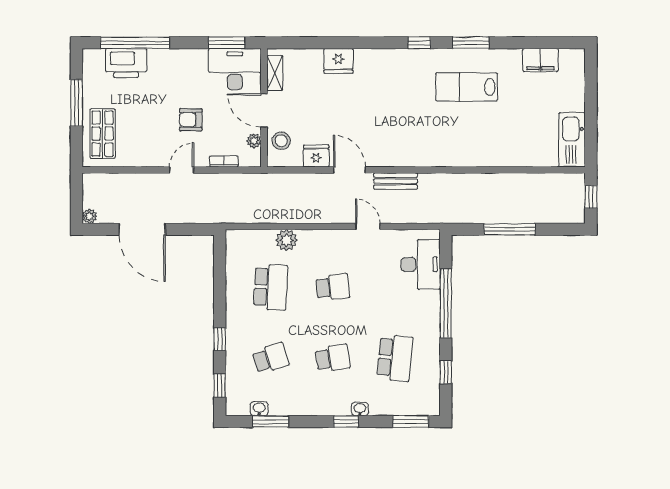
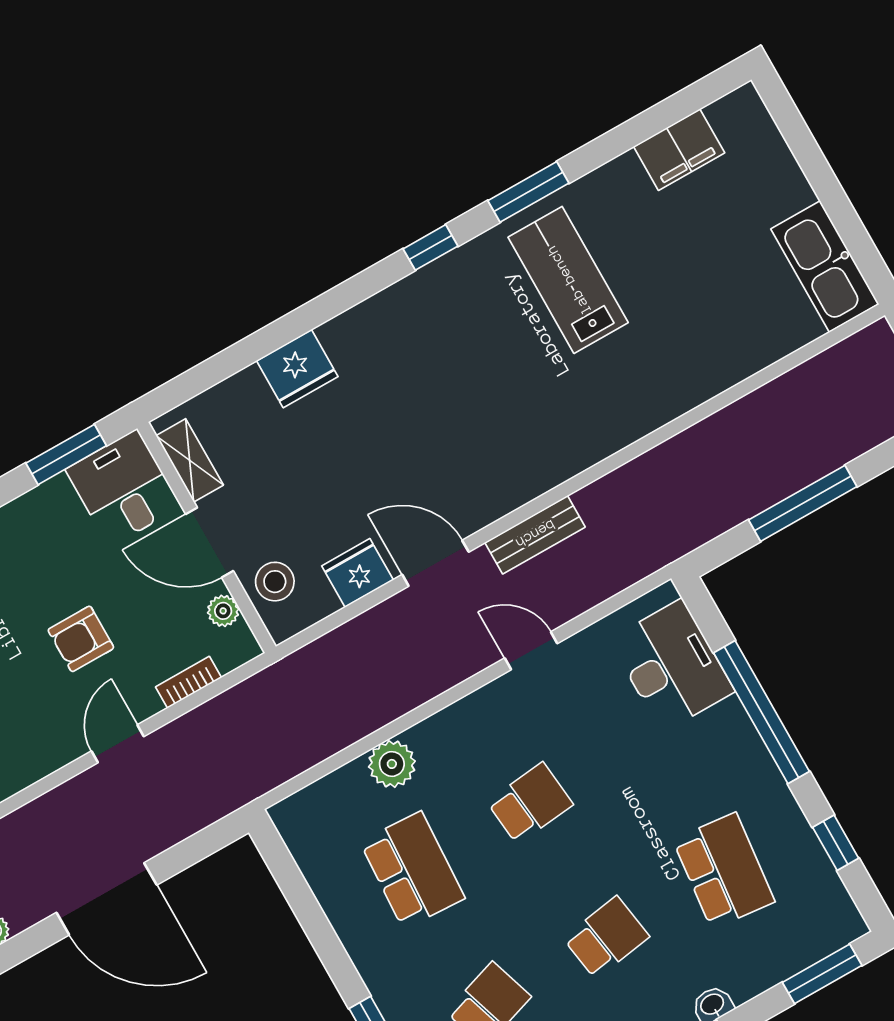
desk: (235, 69) -> (123, 488), width x0.73
lab bench: (467, 87) -> (568, 280), turned 90

